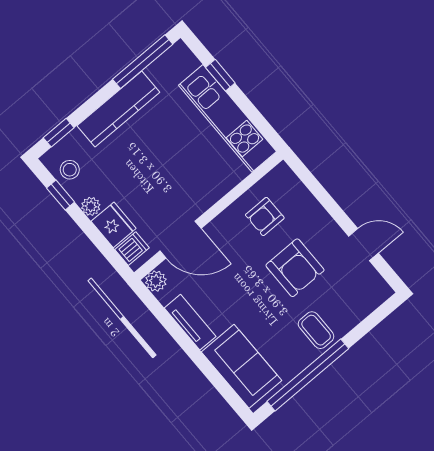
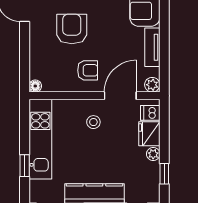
stool: (70, 170) -> (93, 122), moved
floor lamp: (282, 172) -> (35, 86), added
armchair: (265, 216) -> (88, 70), moved
door: (180, 240) -> (120, 96), hinge flipped

